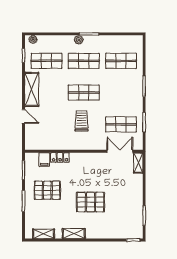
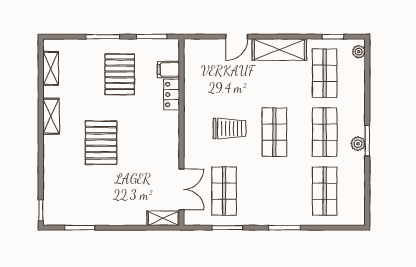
plant: (79, 40) -> (358, 144), moved

